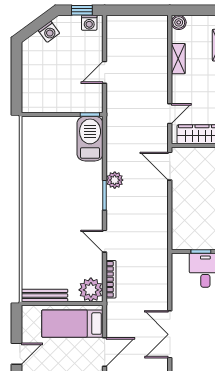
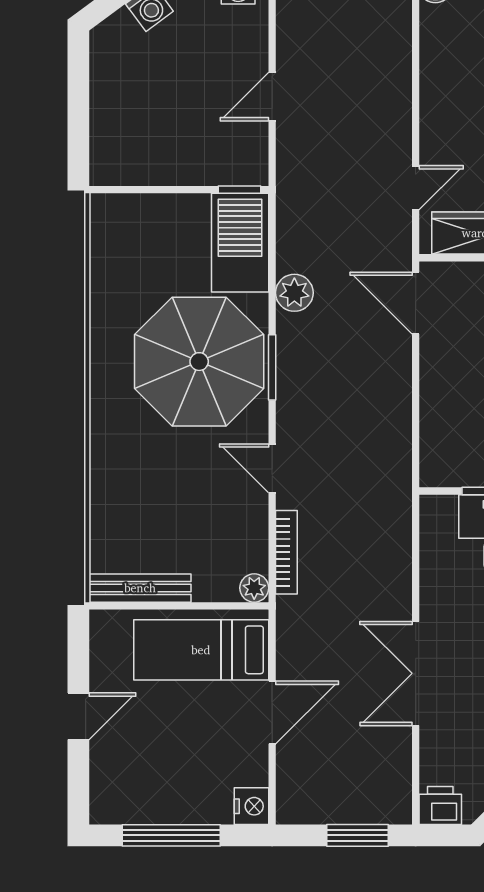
shelving: (178, 59) -> (434, 66), removed
plant: (115, 180) -> (294, 293), moved
parasol: (71, 193) -> (199, 362), added
plant: (91, 290) -> (254, 588), width x0.53, depth x0.53

